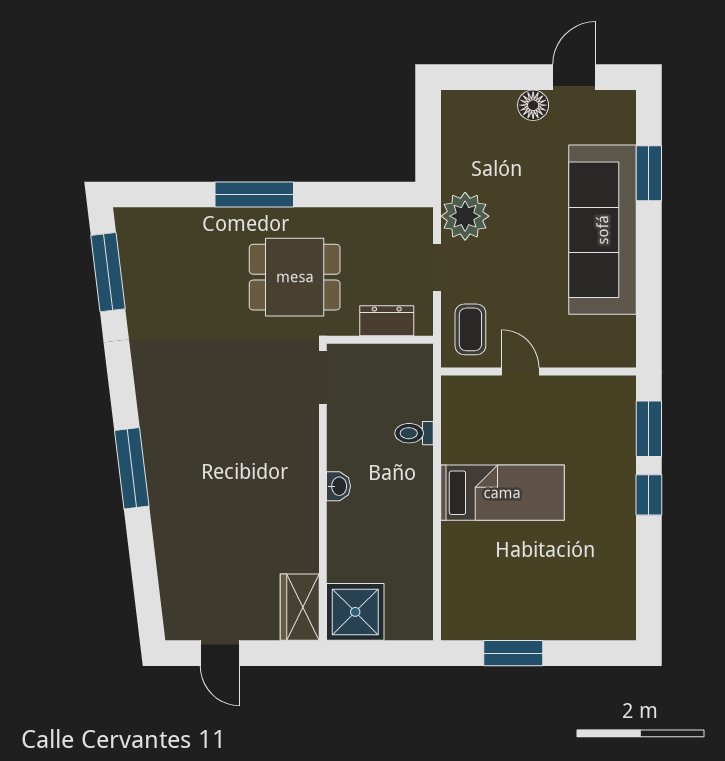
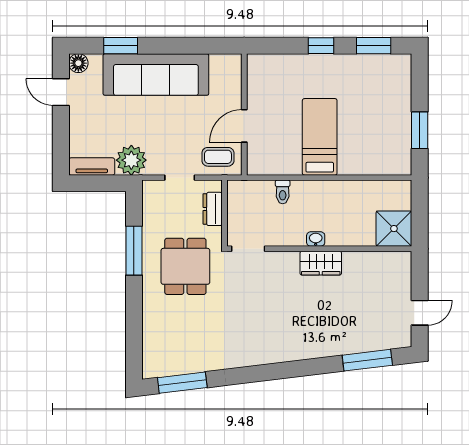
floor lamp: (533, 105) -> (78, 63), moved
tv unit: (455, 127) -> (92, 166), added
window: (254, 195) -> (134, 251), moved
plant: (465, 216) -> (131, 160), moved
door: (520, 372) -> (244, 126), width x1.38
window: (649, 429) -> (374, 46), moved
window: (132, 468) -> (367, 360), moved
wardrobe: (300, 607) -> (321, 263), moved

